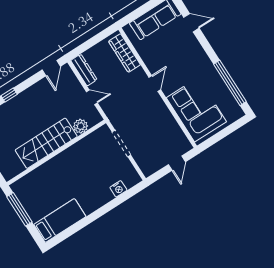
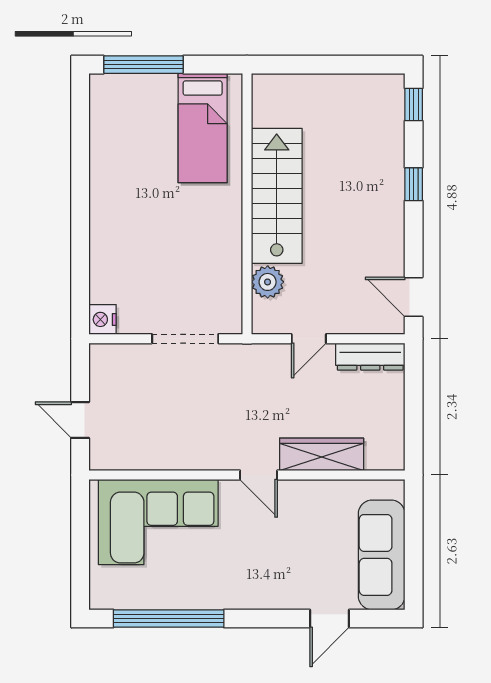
wardrobe: (124, 53) -> (322, 454), moved
nightstand: (118, 189) -> (103, 319), moved
window: (19, 209) -> (143, 65), moved
bed: (60, 220) -> (203, 128), moved

